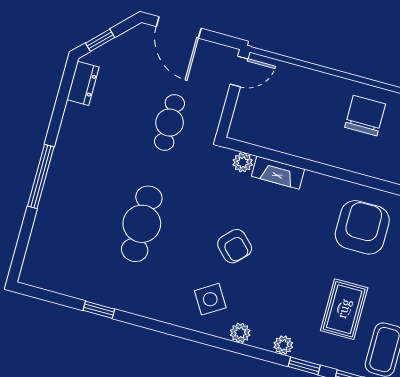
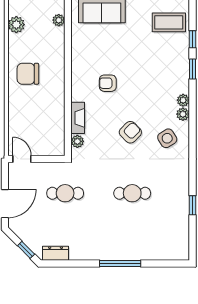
cafe table: (142, 224) -> (132, 193), width x0.73, depth x0.74
armchair: (362, 227) -> (108, 83), moved, width x0.53, depth x0.53
rug: (344, 309) -> (151, 54), removed
plant: (283, 345) -> (183, 100), moved

